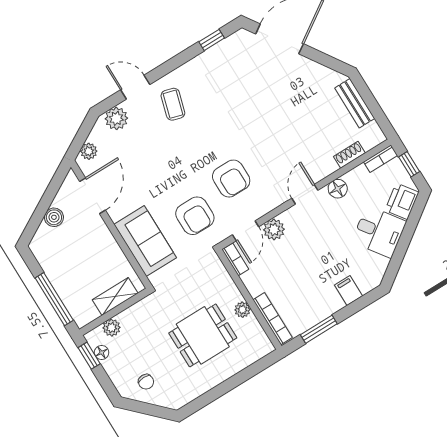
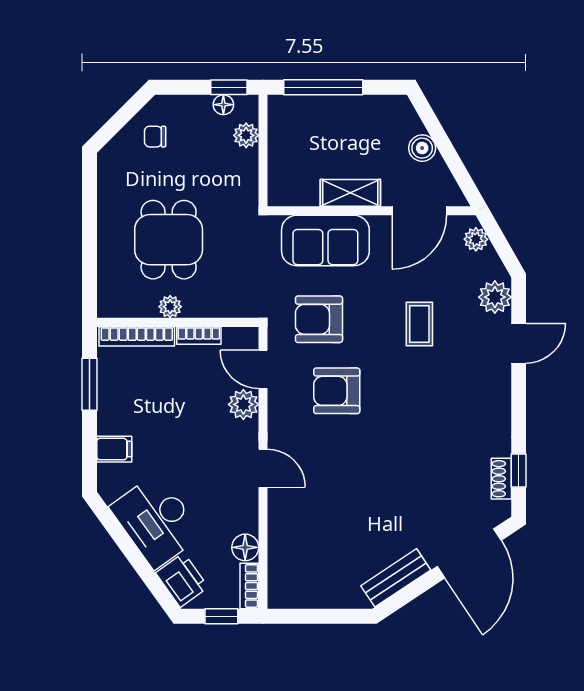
bench: (355, 103) -> (396, 578), moved, turned -34
coffee table: (173, 104) -> (419, 324), moved, turned 74
shoe rack: (349, 155) -> (501, 479), moved, turned 180
floor lamp: (338, 189) -> (245, 547), moved
door: (93, 196) -> (419, 211), hinge flipped
desk: (379, 232) -> (156, 521), width x1.37
bookcase: (235, 259) -> (199, 336), moved
shelving: (115, 296) -> (350, 193), moved, turned 90

